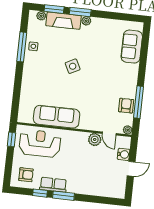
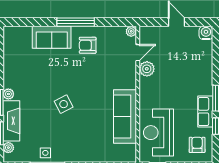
sofa: (132, 47) -> (52, 37), moved
window: (139, 102) -> (76, 22), moved
armchair: (126, 106) -> (88, 45), moved
water cooler: (124, 154) -> (206, 33), moved

